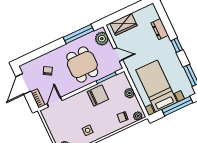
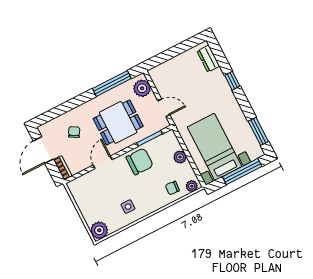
wardrobe: (123, 24) -> (169, 69), removed
dresser: (160, 29) -> (208, 59), moved
window: (177, 45) -> (232, 81), moved
dining table: (82, 65) -> (118, 122), turned 90
door: (55, 102) -> (103, 162), moved

